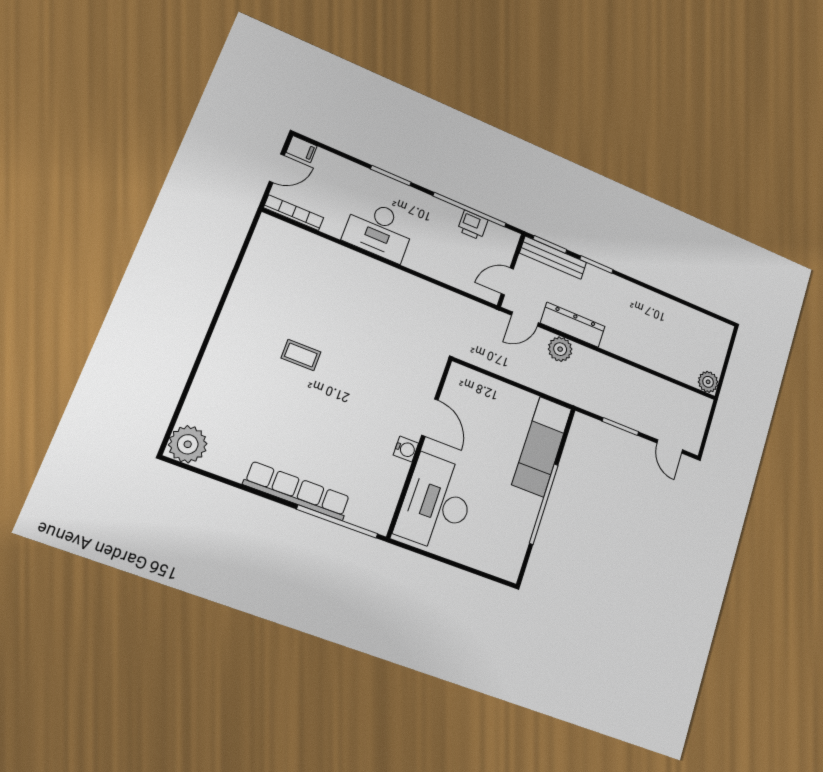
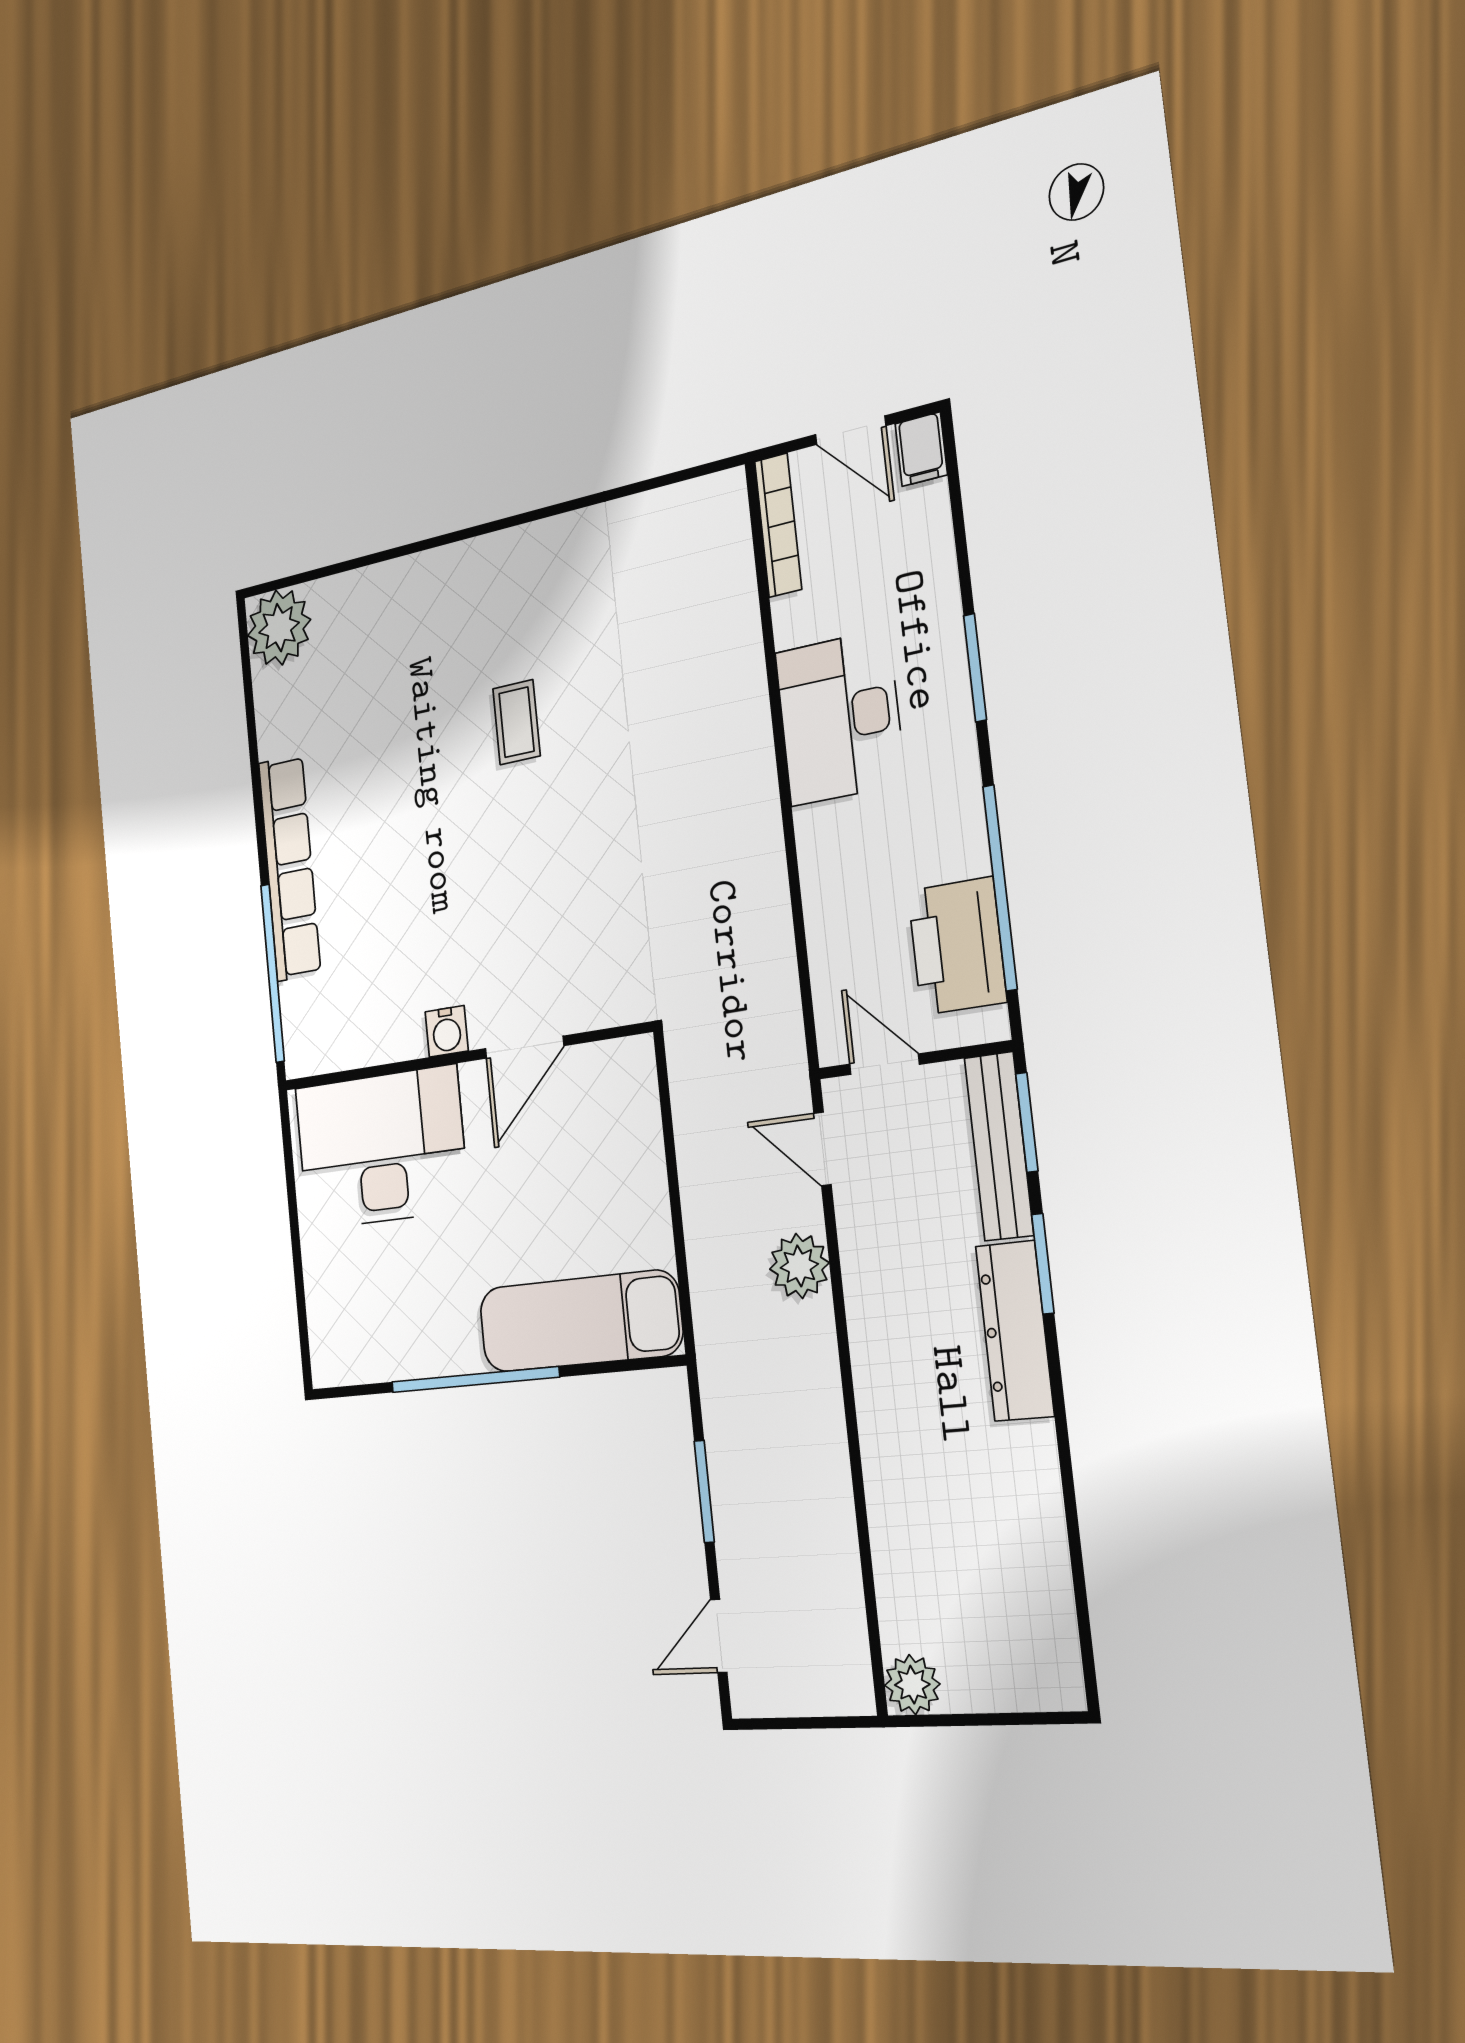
printer: (473, 225) -> (957, 946), width x1.87, depth x1.48
dresser: (573, 325) -> (1015, 1331), moved, turned 180

